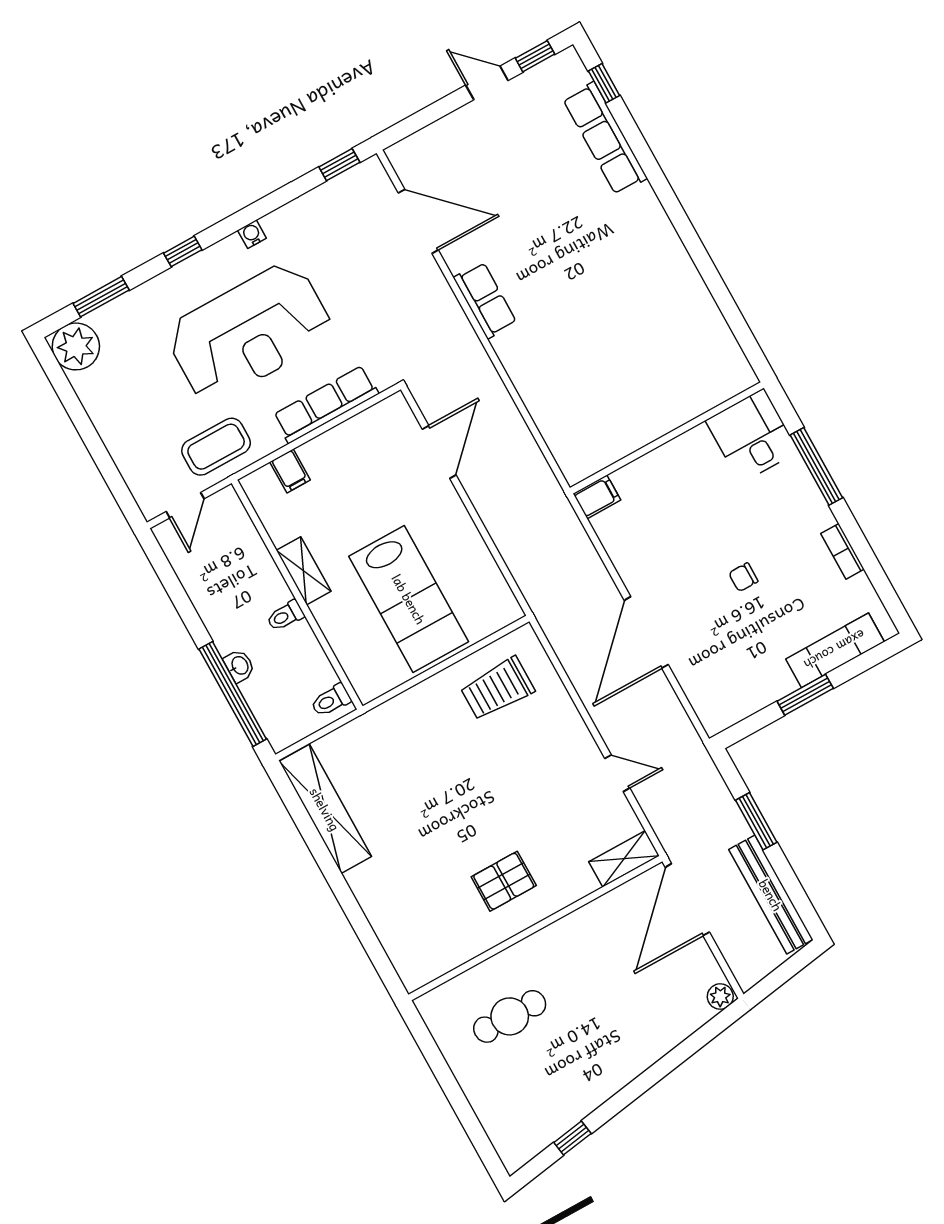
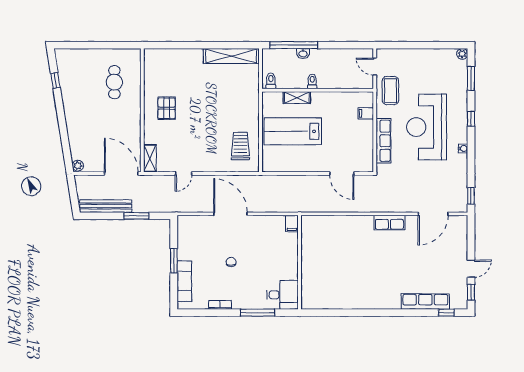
plant: (76, 346) -> (462, 54), width x0.53, depth x0.53
shelving: (304, 571) -> (297, 98), moved

